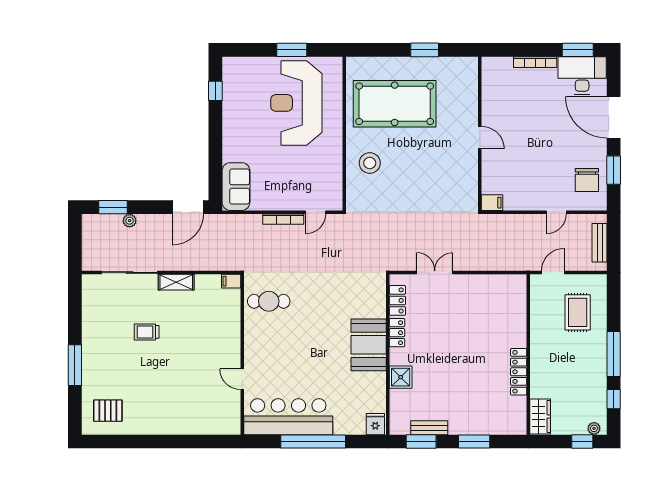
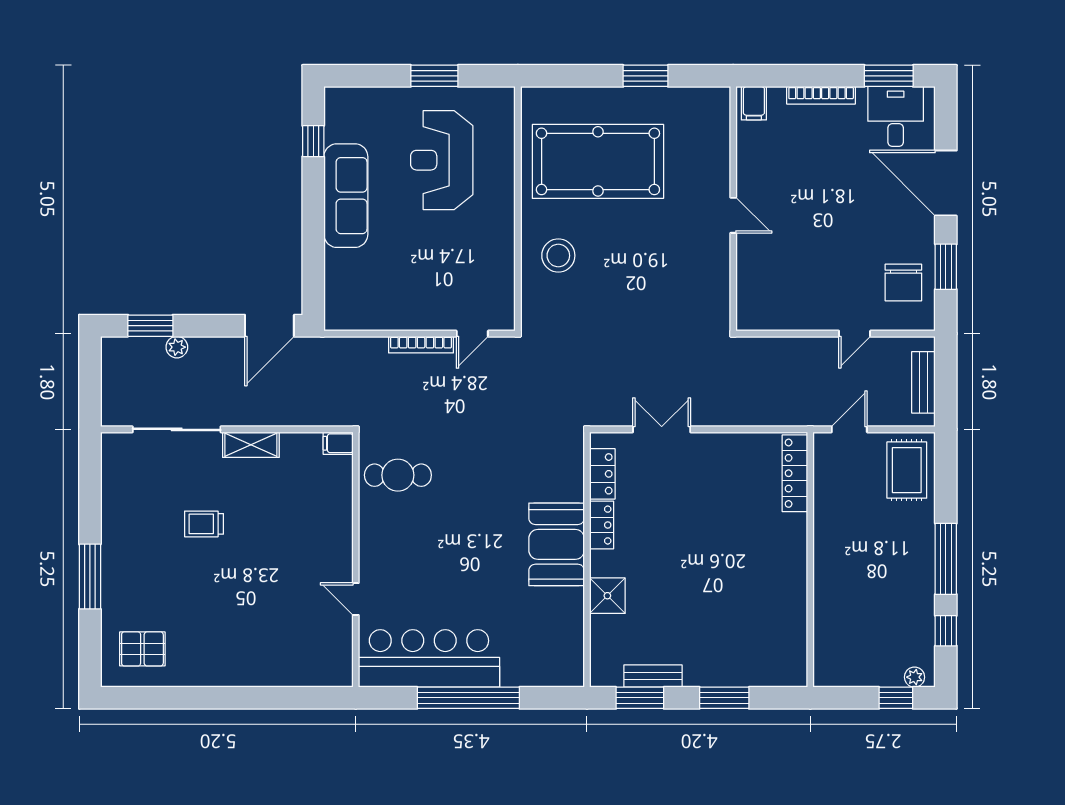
desk: (582, 75) -> (896, 116), width x0.73
reception desk: (296, 103) -> (442, 160), width x0.74, depth x0.77
sofa: (236, 187) -> (346, 196), moved, width x1.36
filing cabinet: (492, 203) -> (754, 103), moved, turned 90
rug: (578, 312) -> (907, 470), moved
locker: (519, 372) -> (795, 473), moved
wardrobe: (540, 416) -> (829, 658), removed
fridge: (375, 424) -> (567, 670), removed

